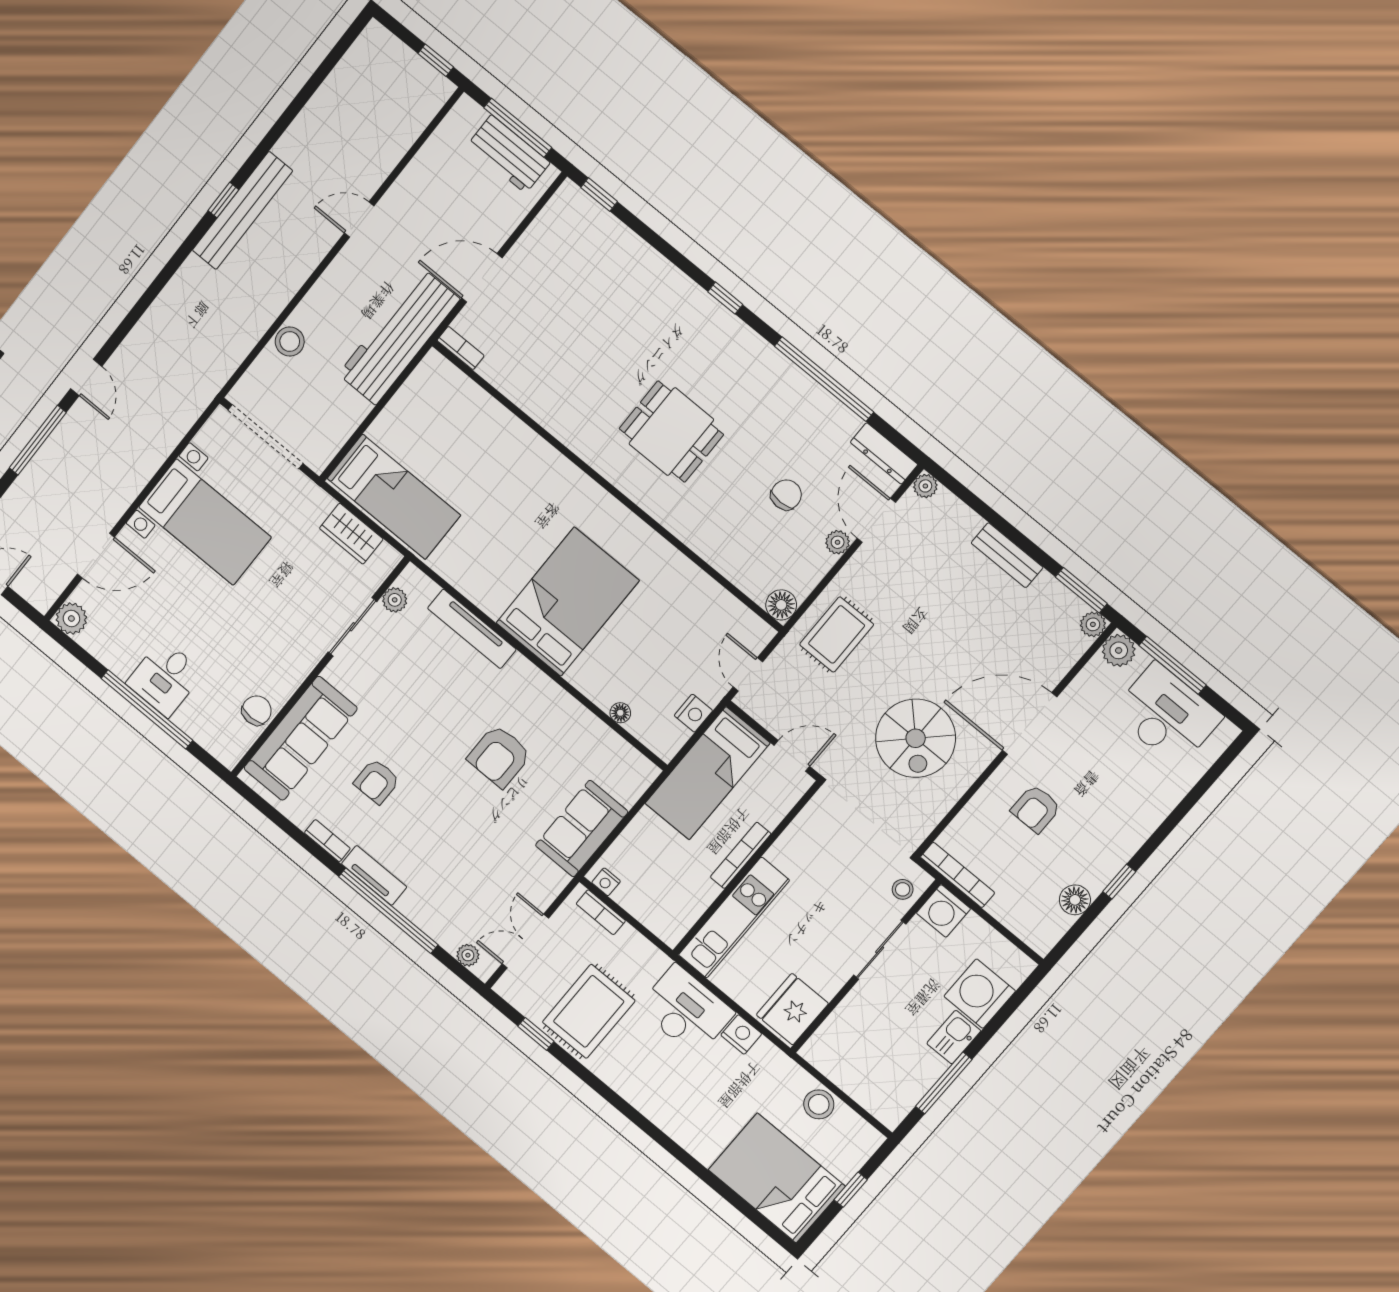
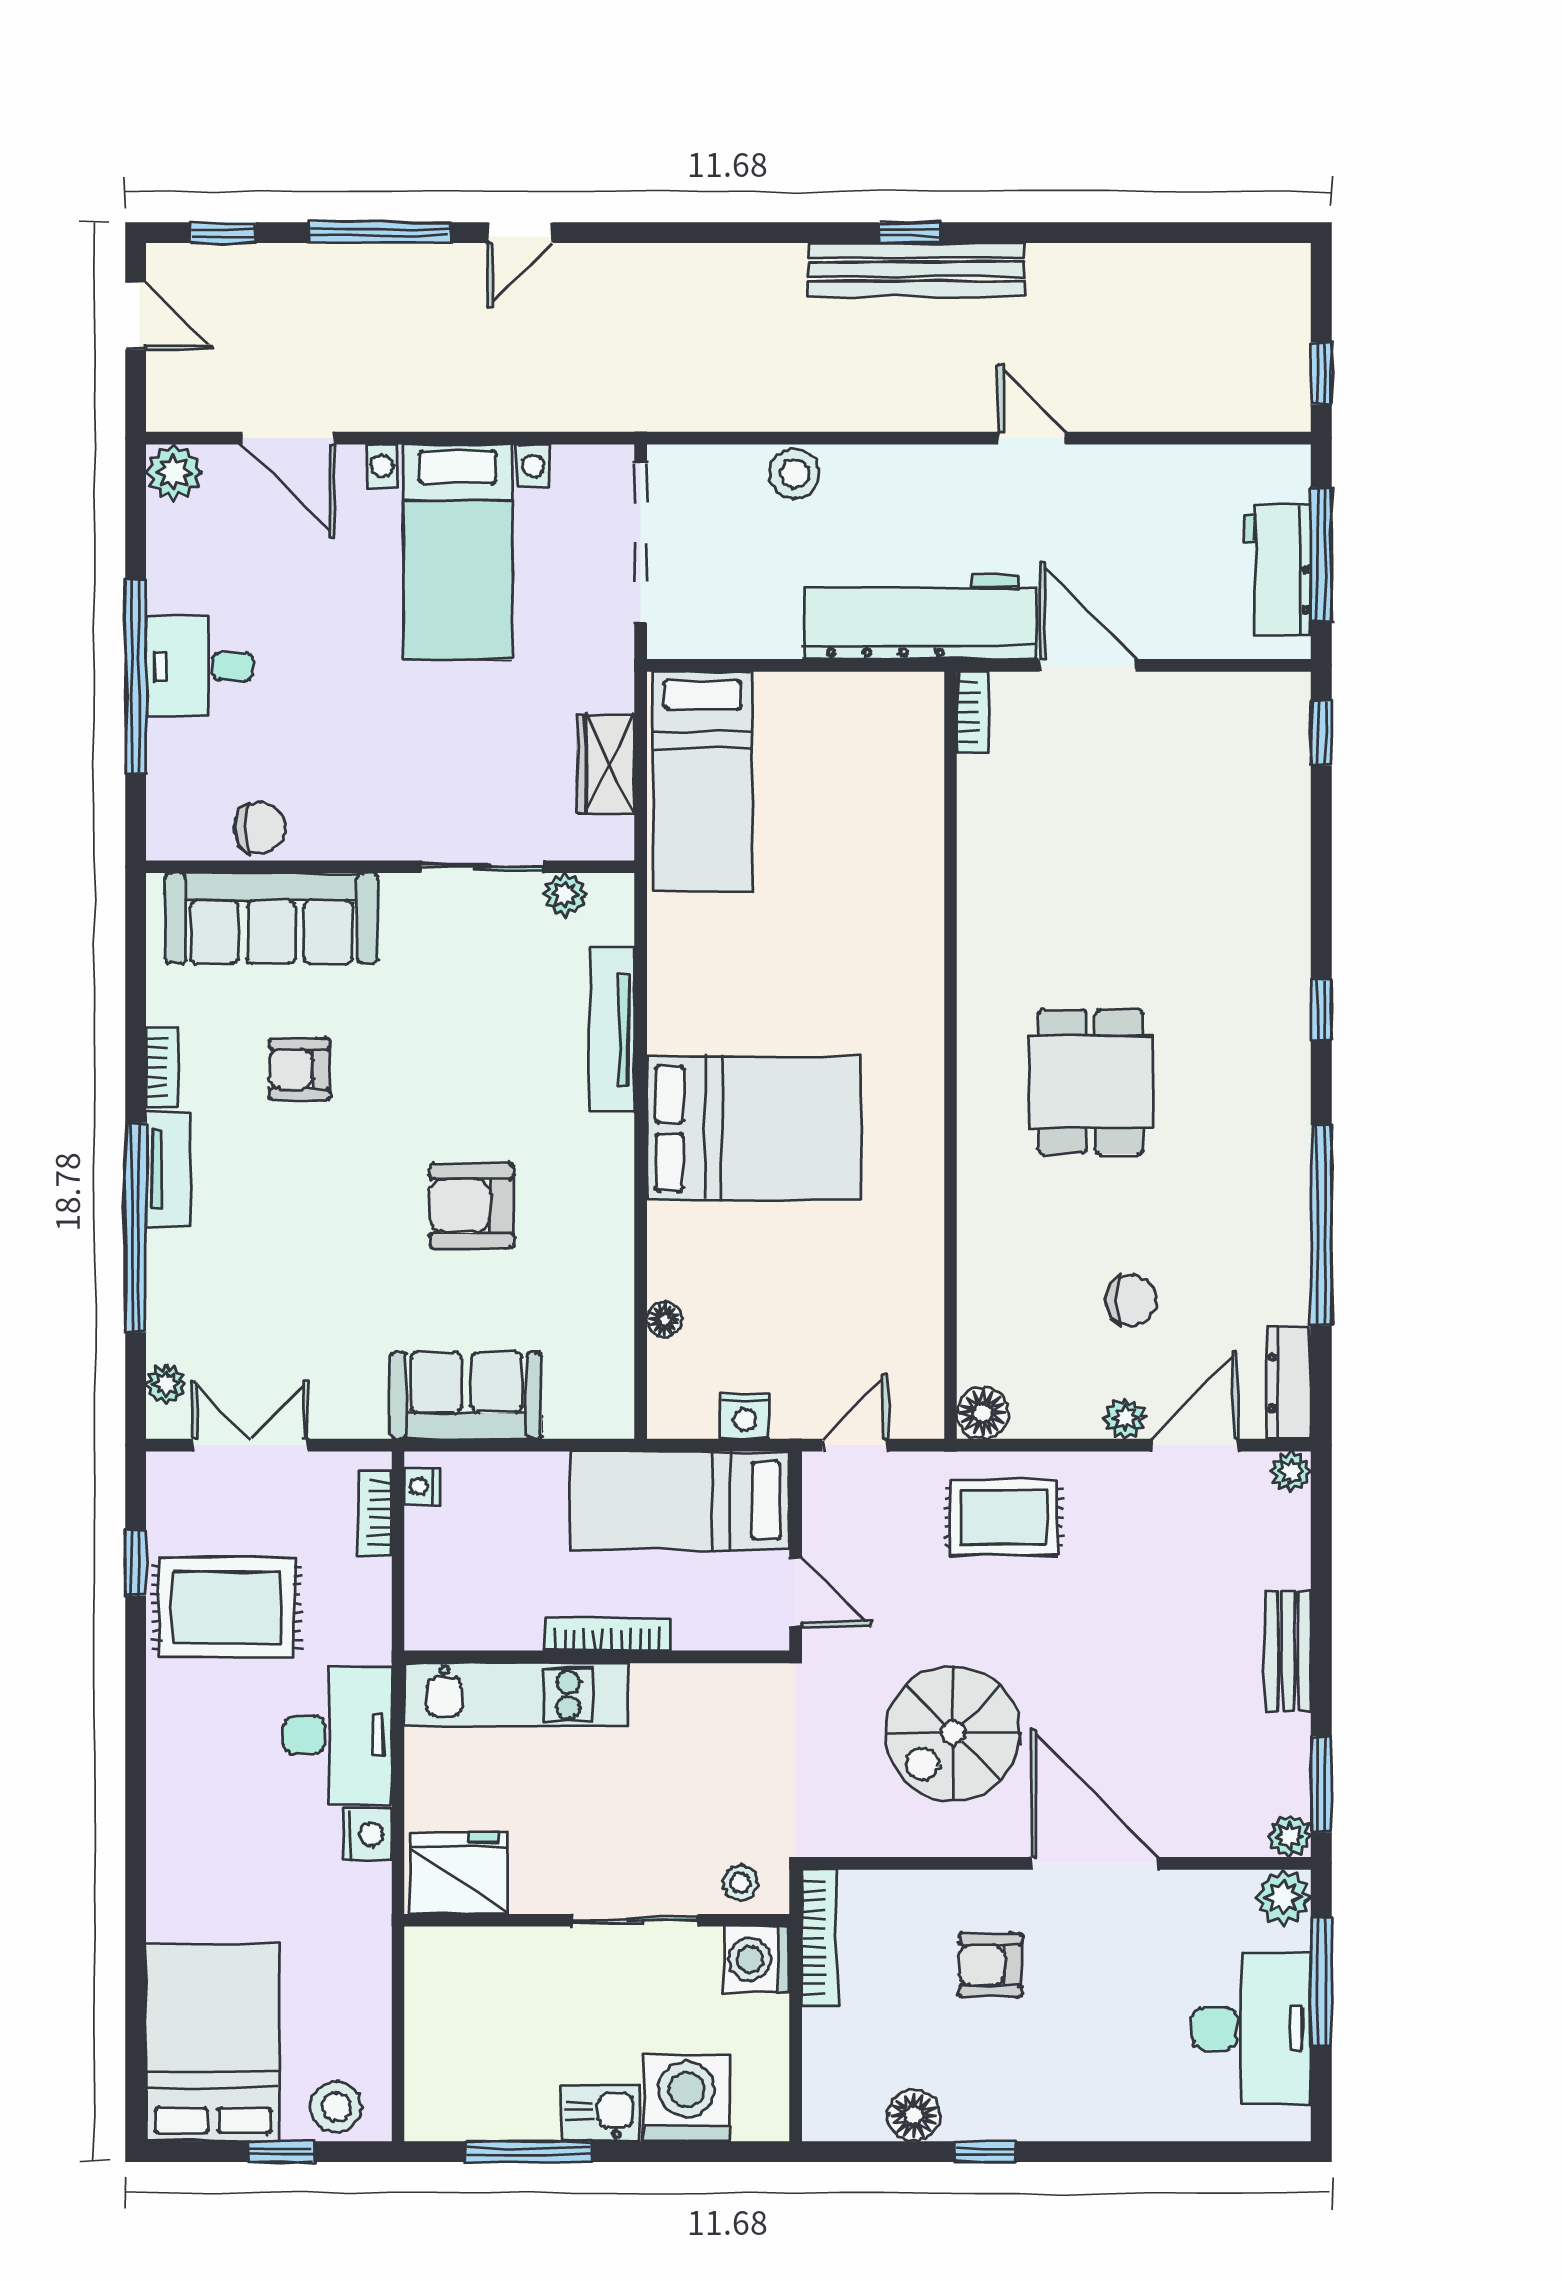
stool: (819, 1104) -> (336, 2107), moved

